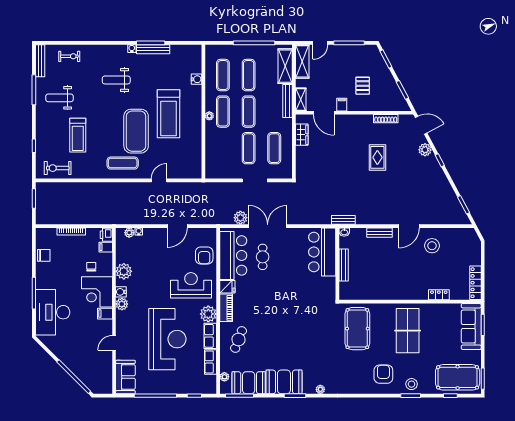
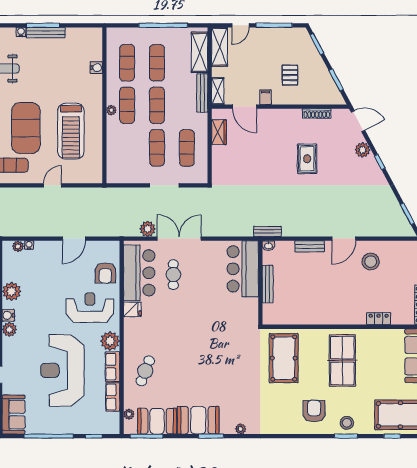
treadmill: (169, 114) -> (71, 131), moved
piano: (226, 308) -> (131, 334), removed
reception desk: (167, 339) -> (62, 370), turned 180

